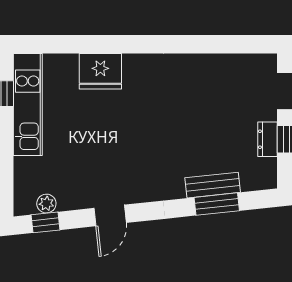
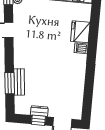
dishwasher: (133, 67) -> (81, 48), added

